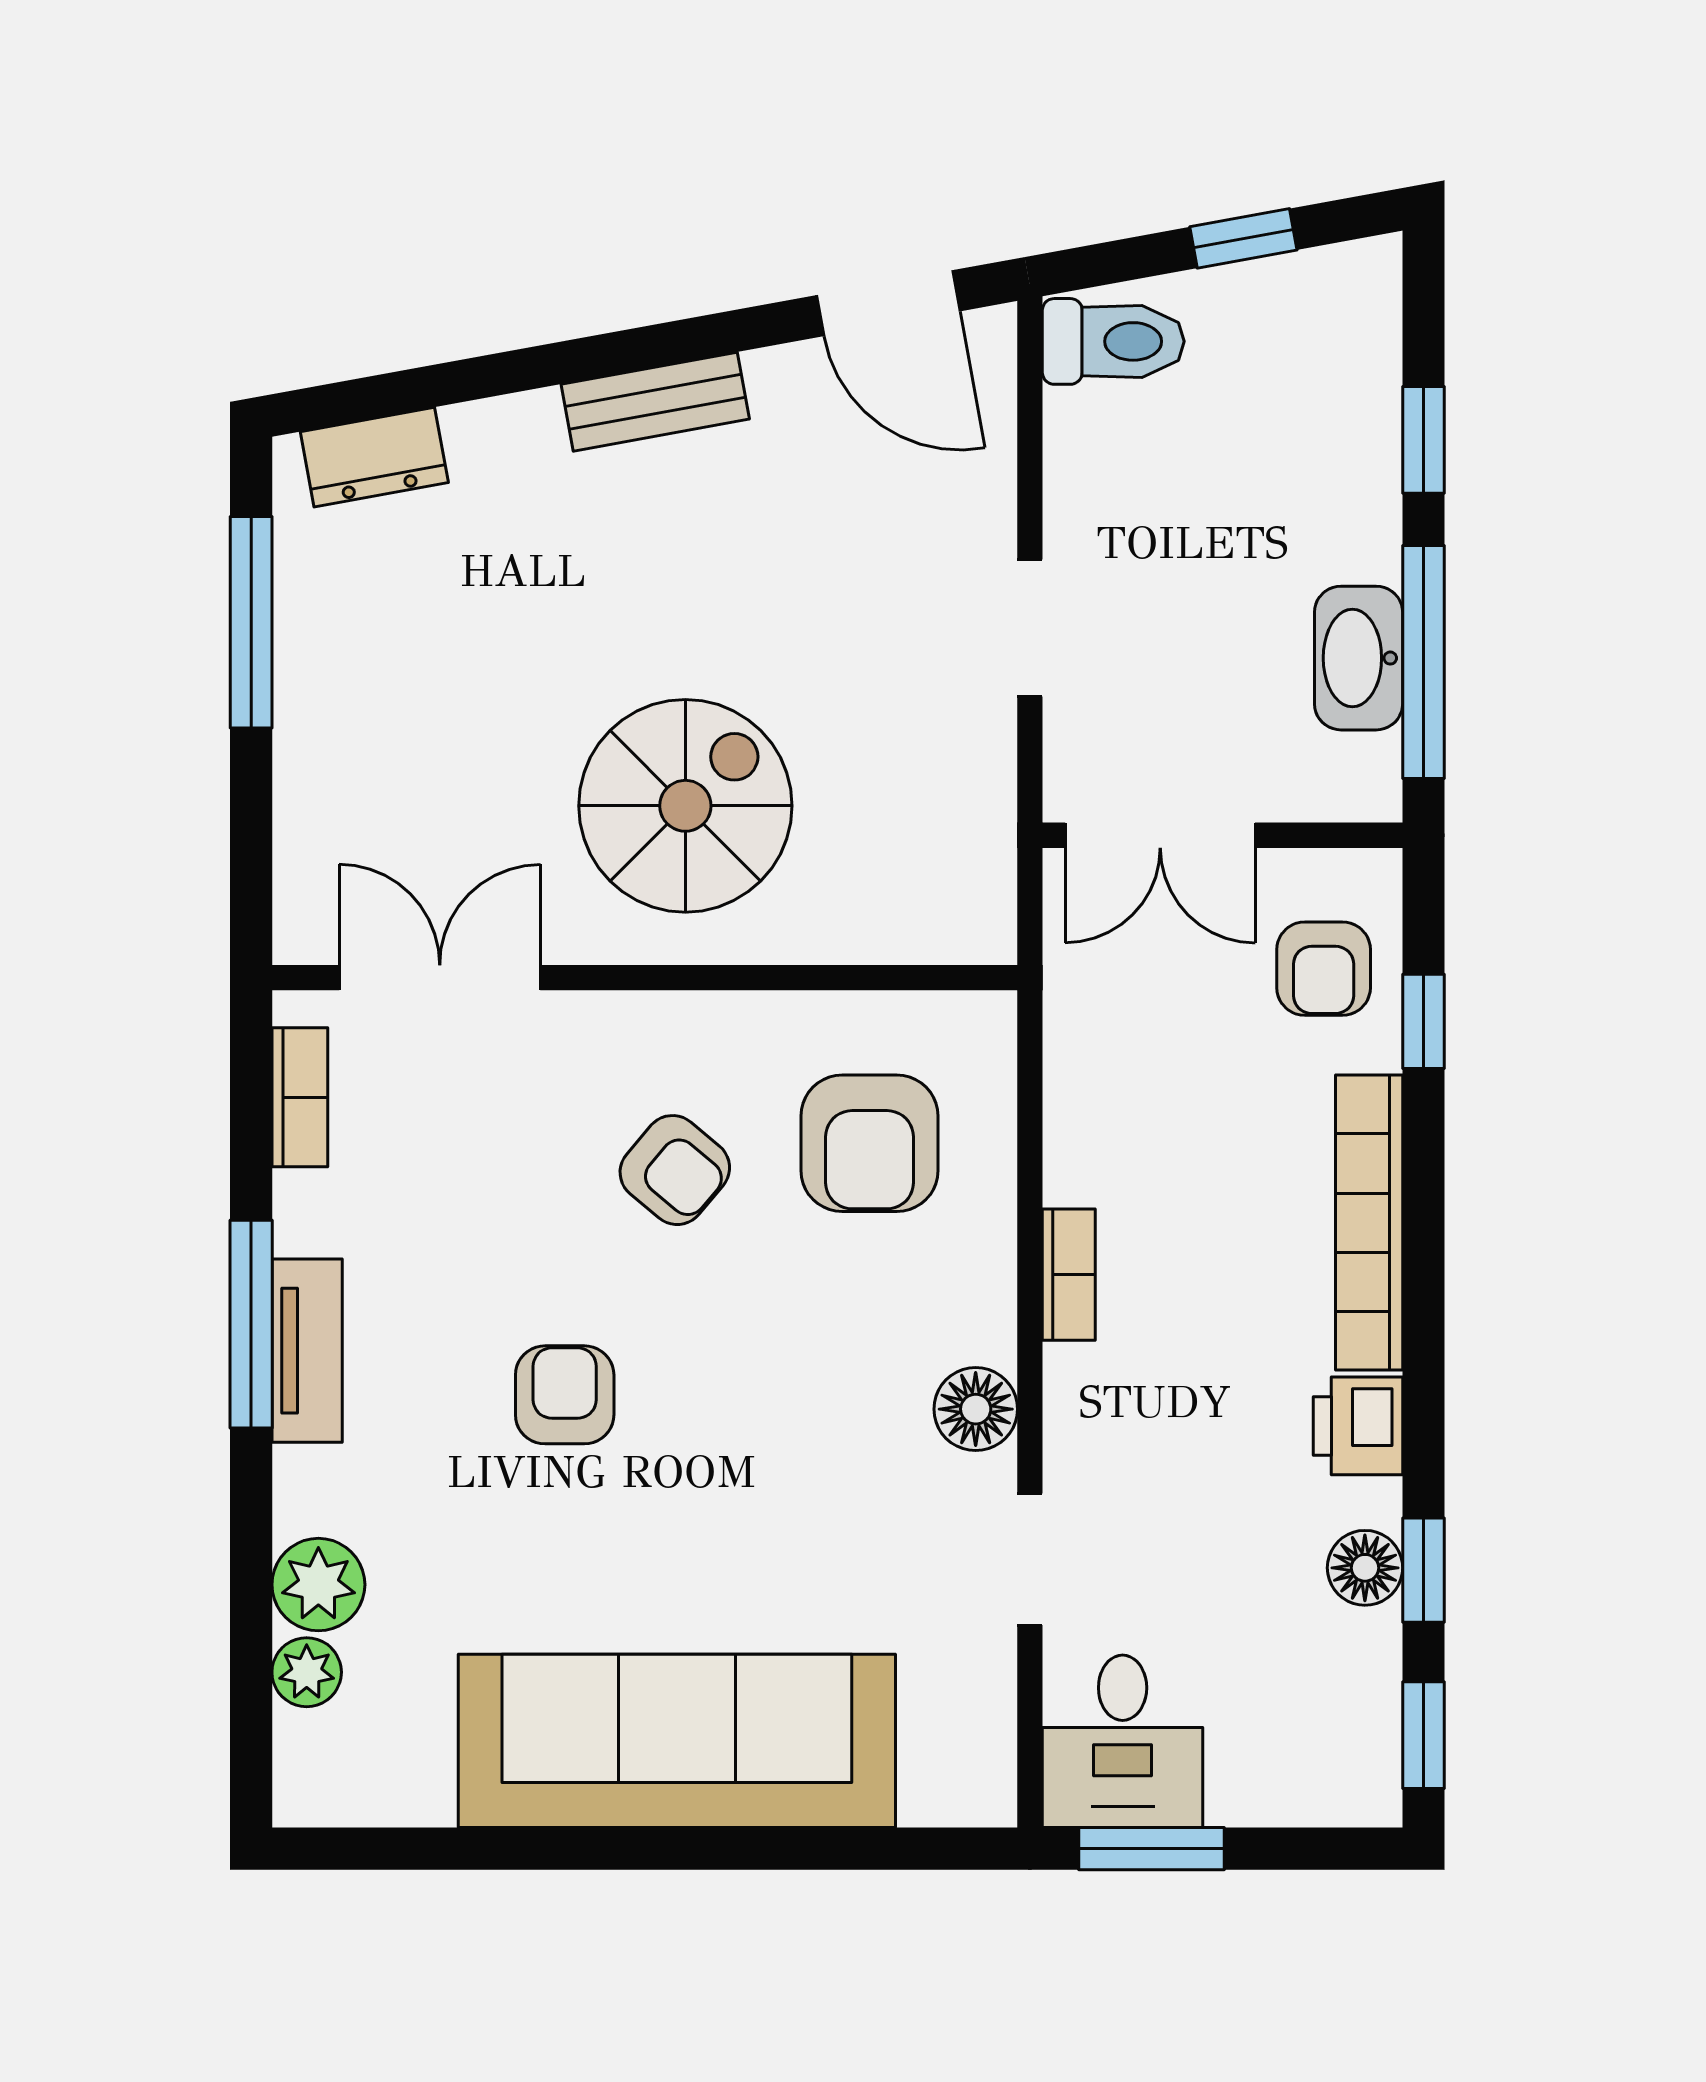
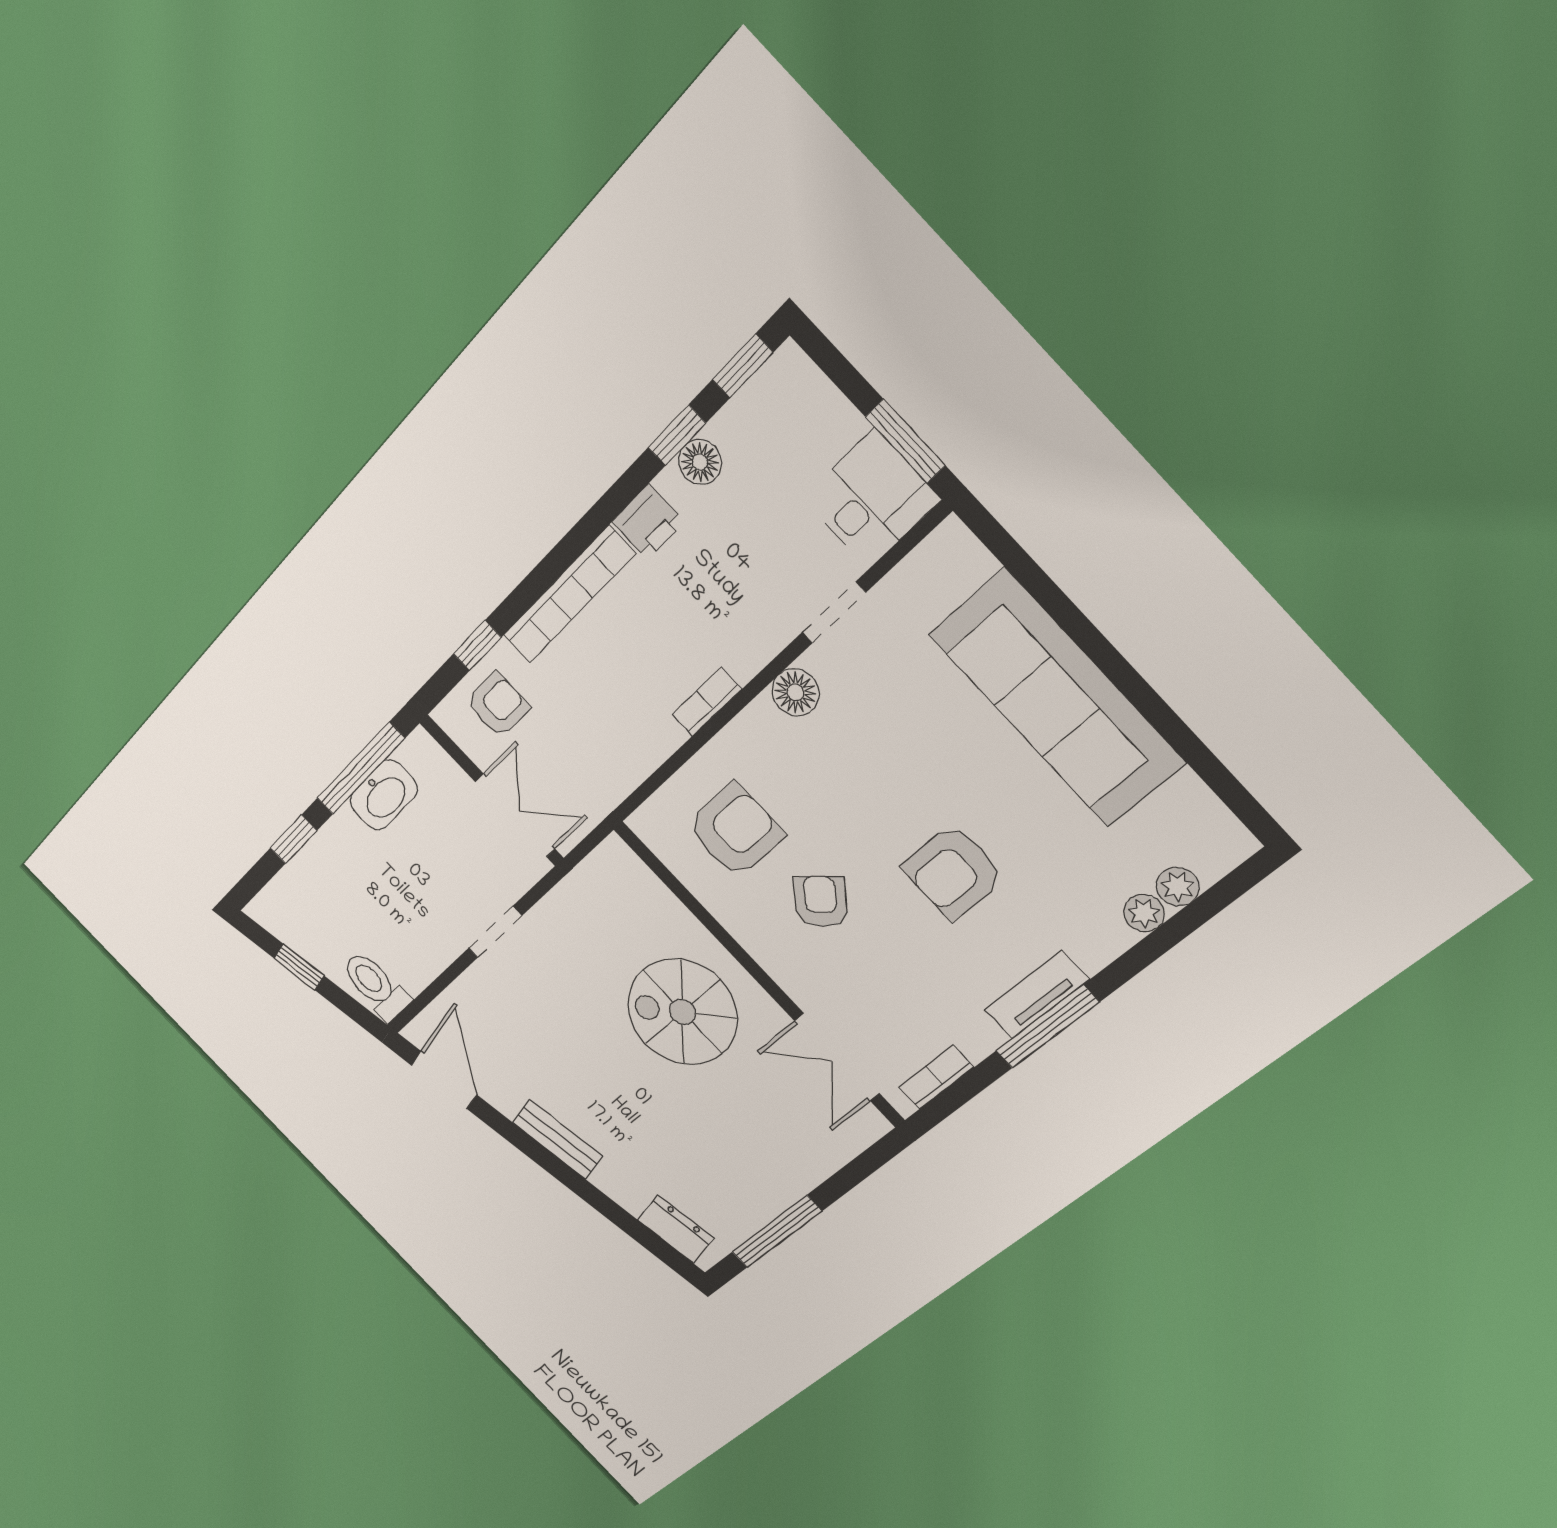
armchair: (565, 1395) -> (953, 872), width x1.38, depth x1.38
plant: (318, 1585) -> (1144, 913), width x0.73, depth x0.73

